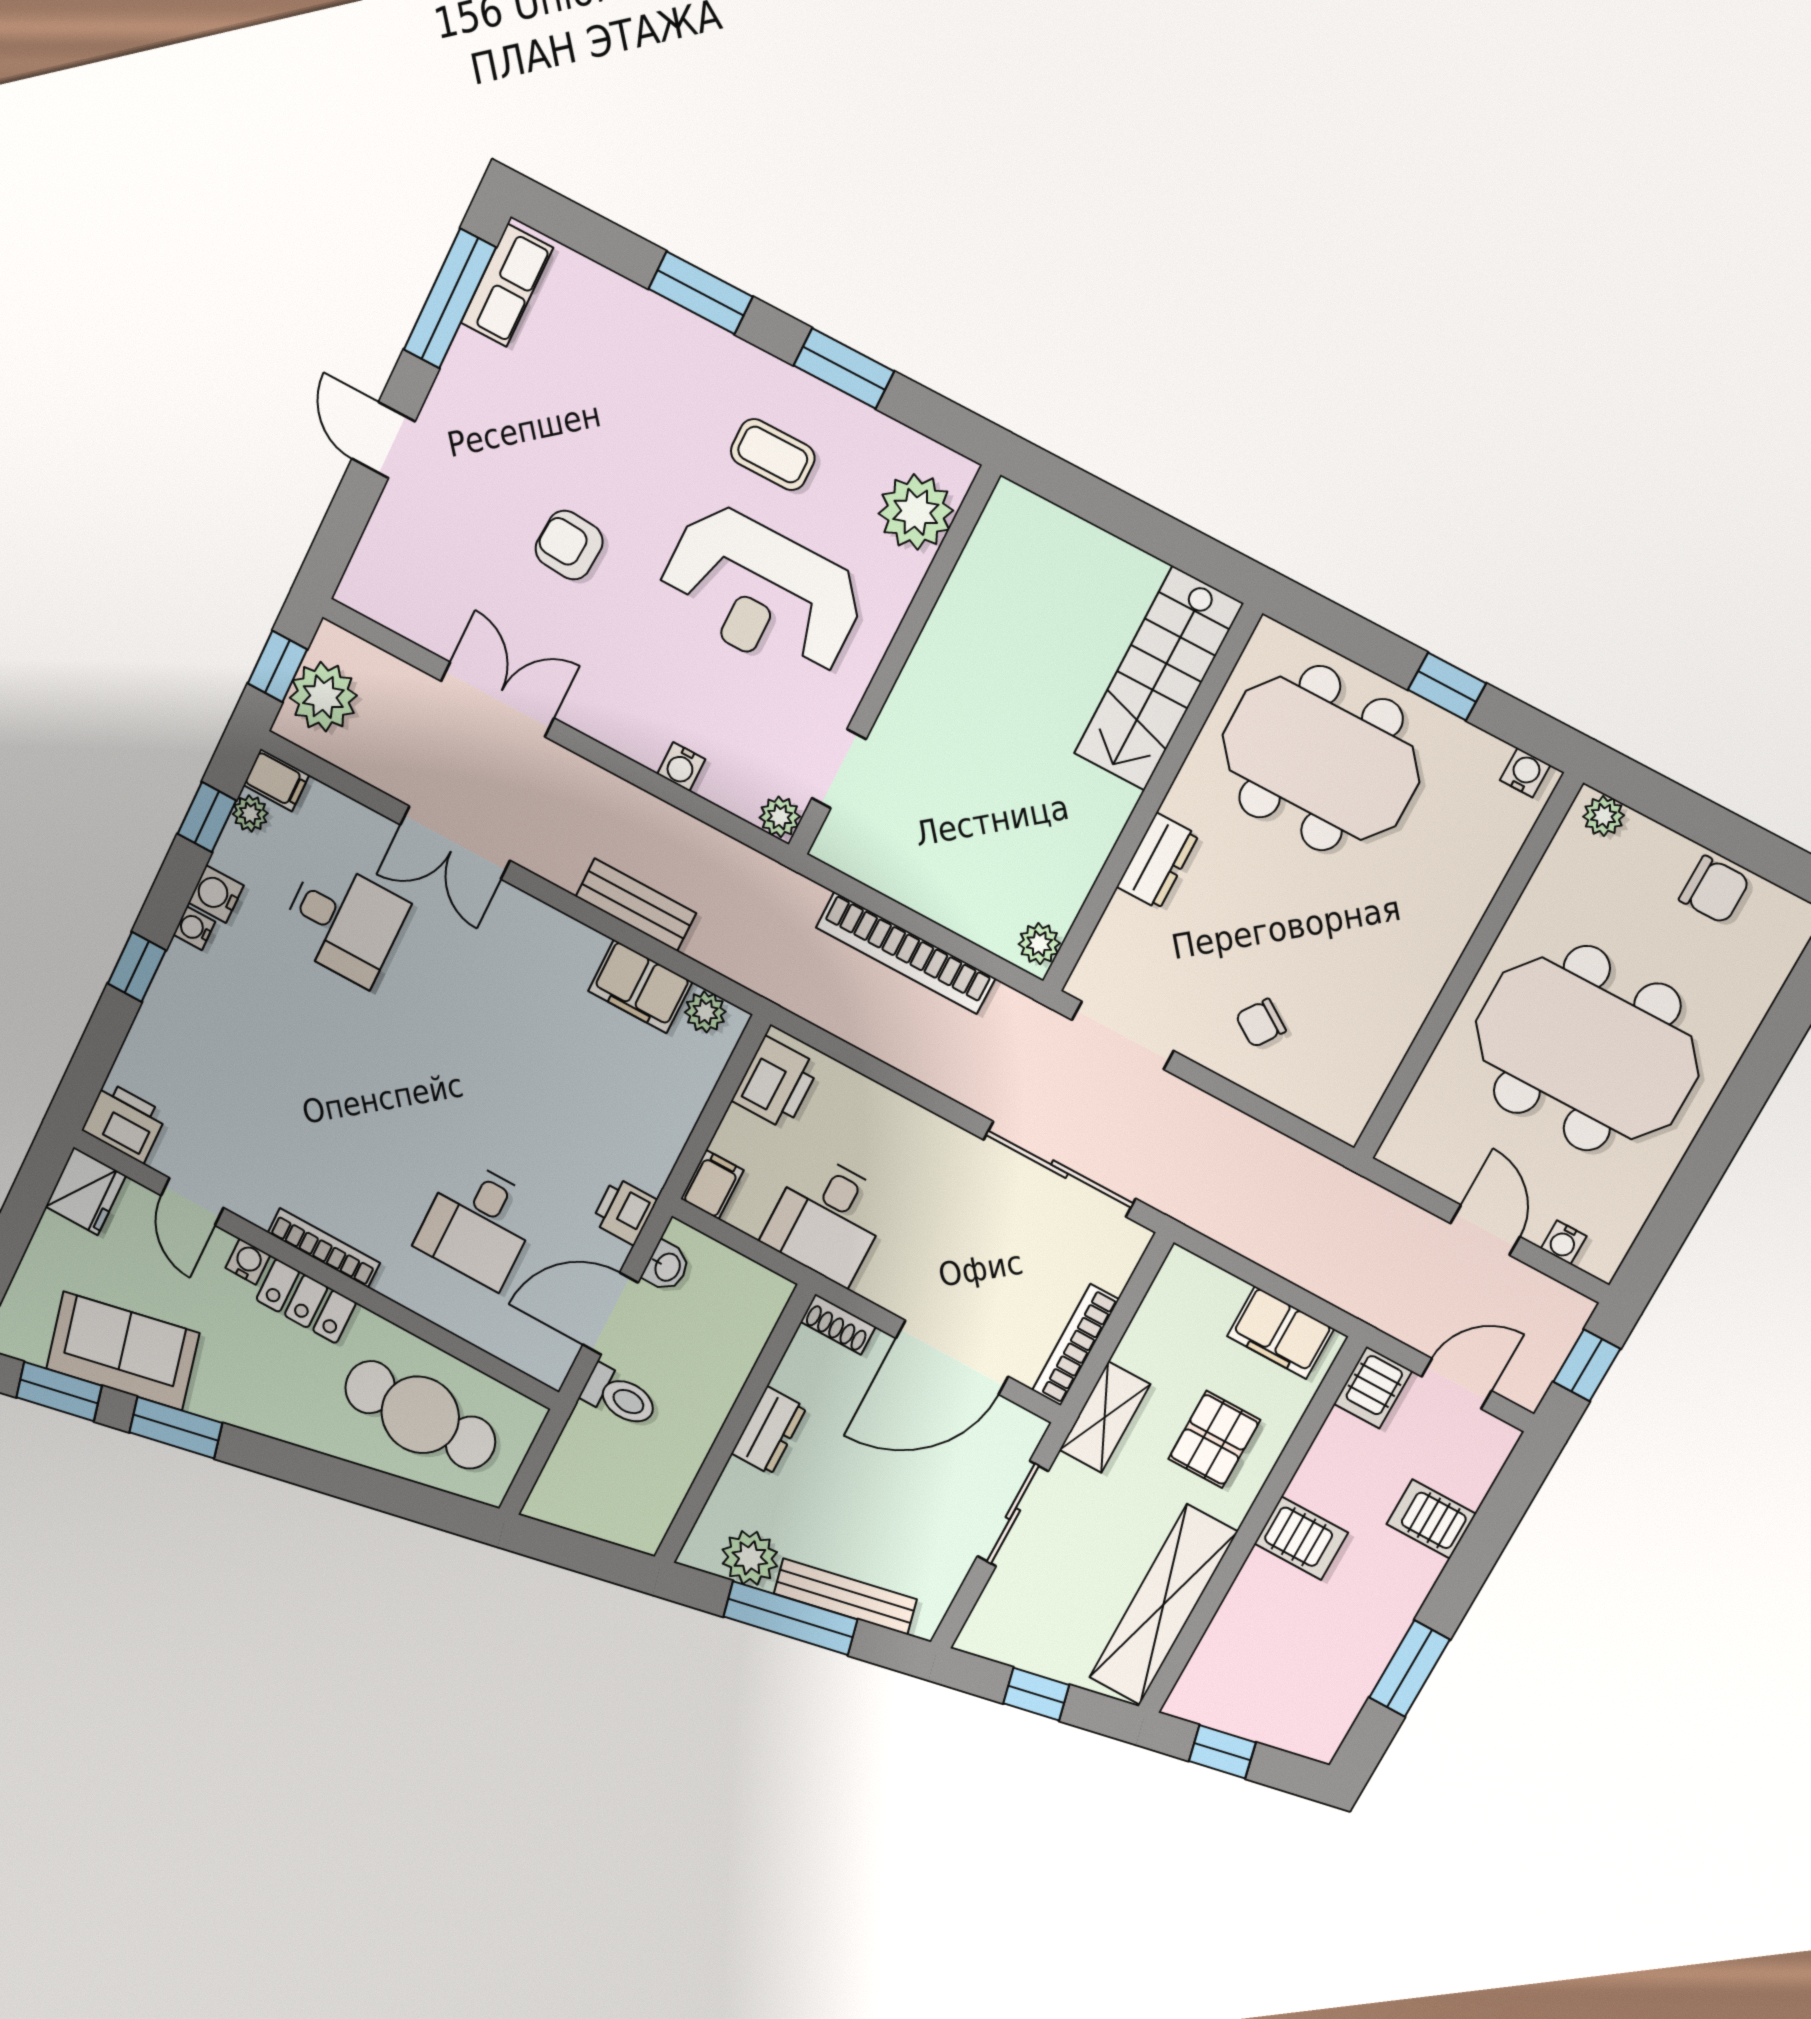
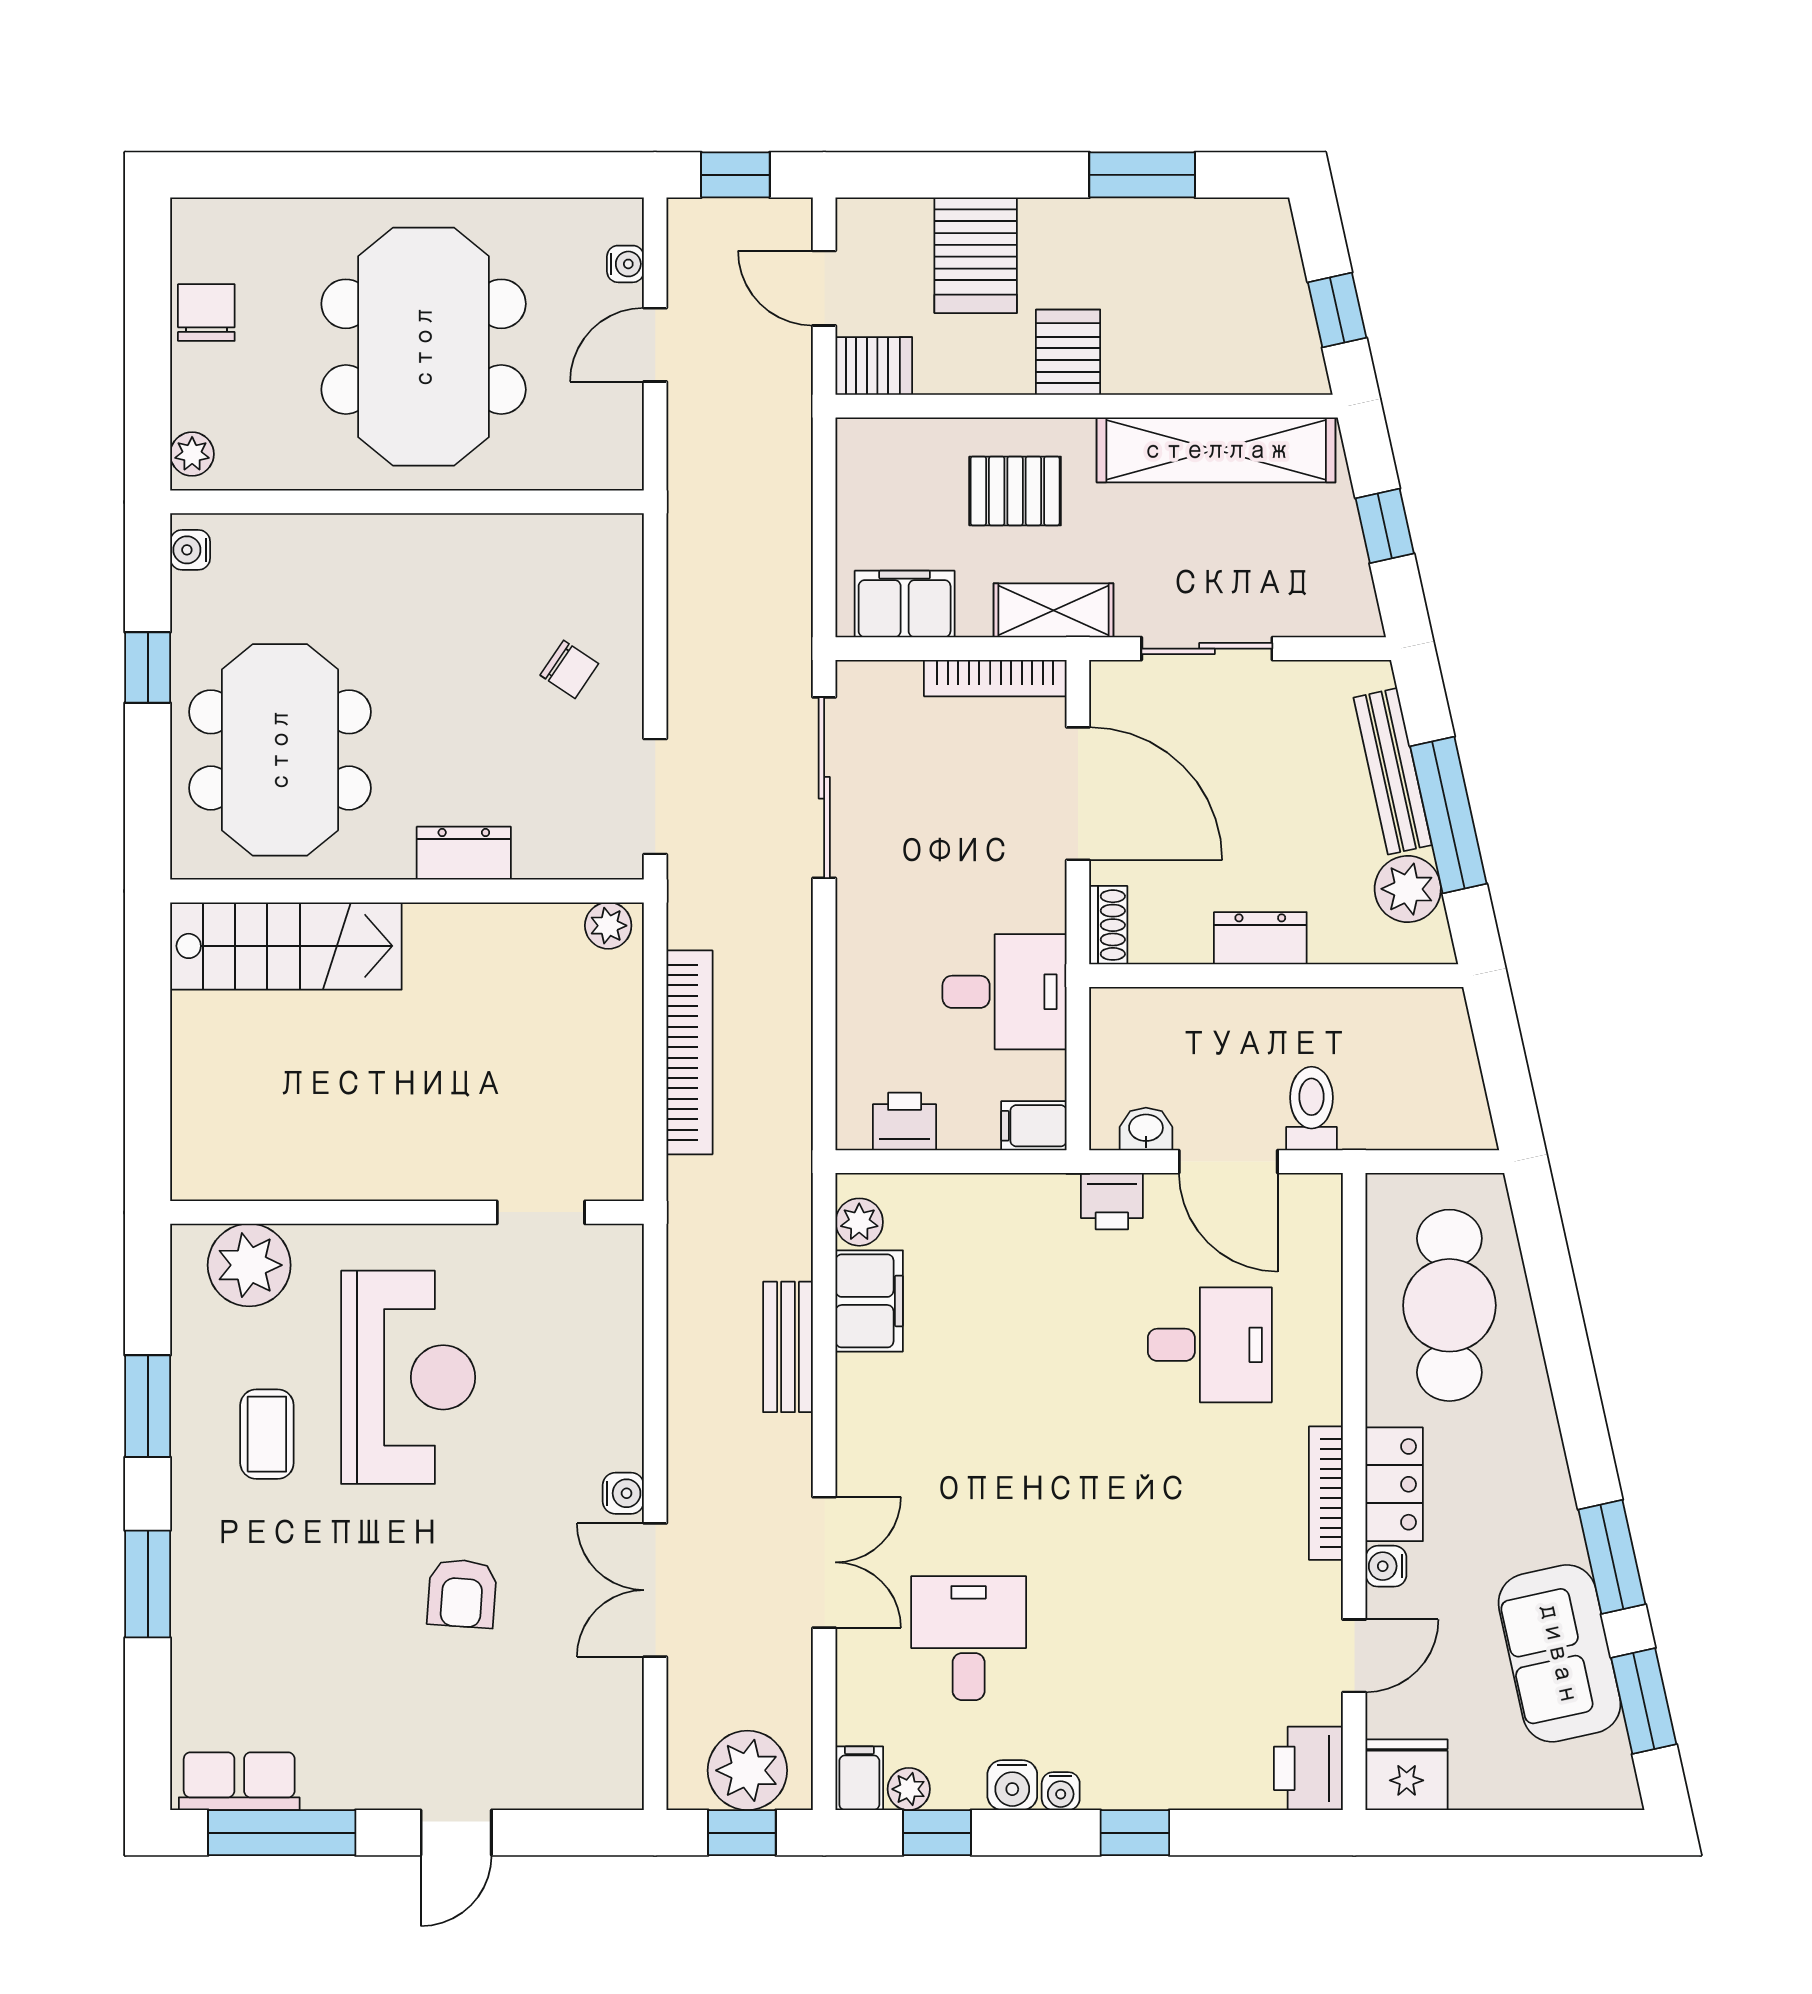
water cooler: (681, 767) -> (623, 1493), moved
plant: (780, 817) -> (621, 1247), removed
printer: (776, 1083) -> (905, 1122), width x0.73, depth x0.81
filing cabinet: (1281, 1332) -> (905, 604), moved, turned -90
server rack: (1431, 1519) -> (976, 255), width x1.36, depth x1.44

